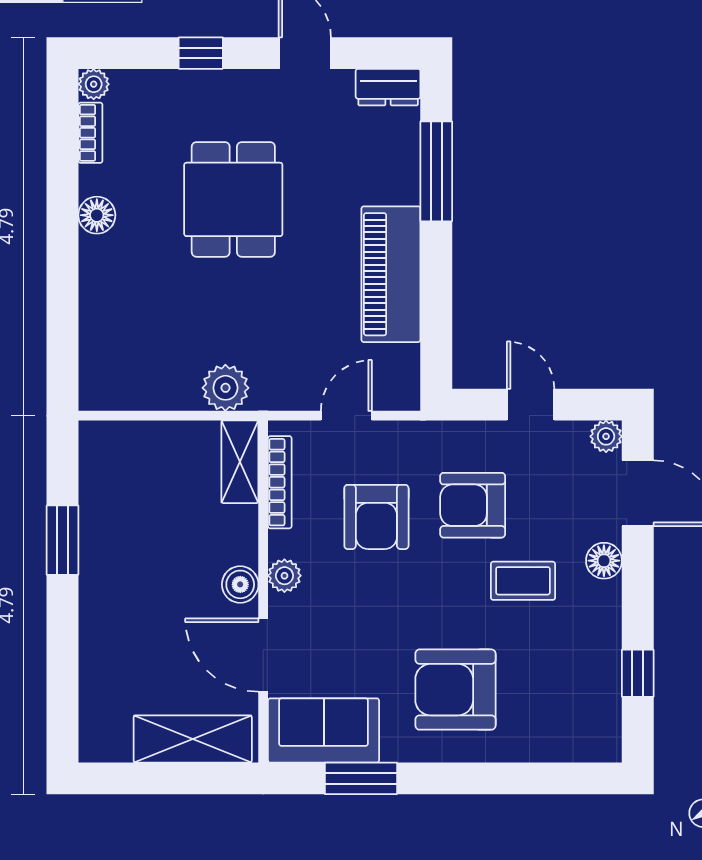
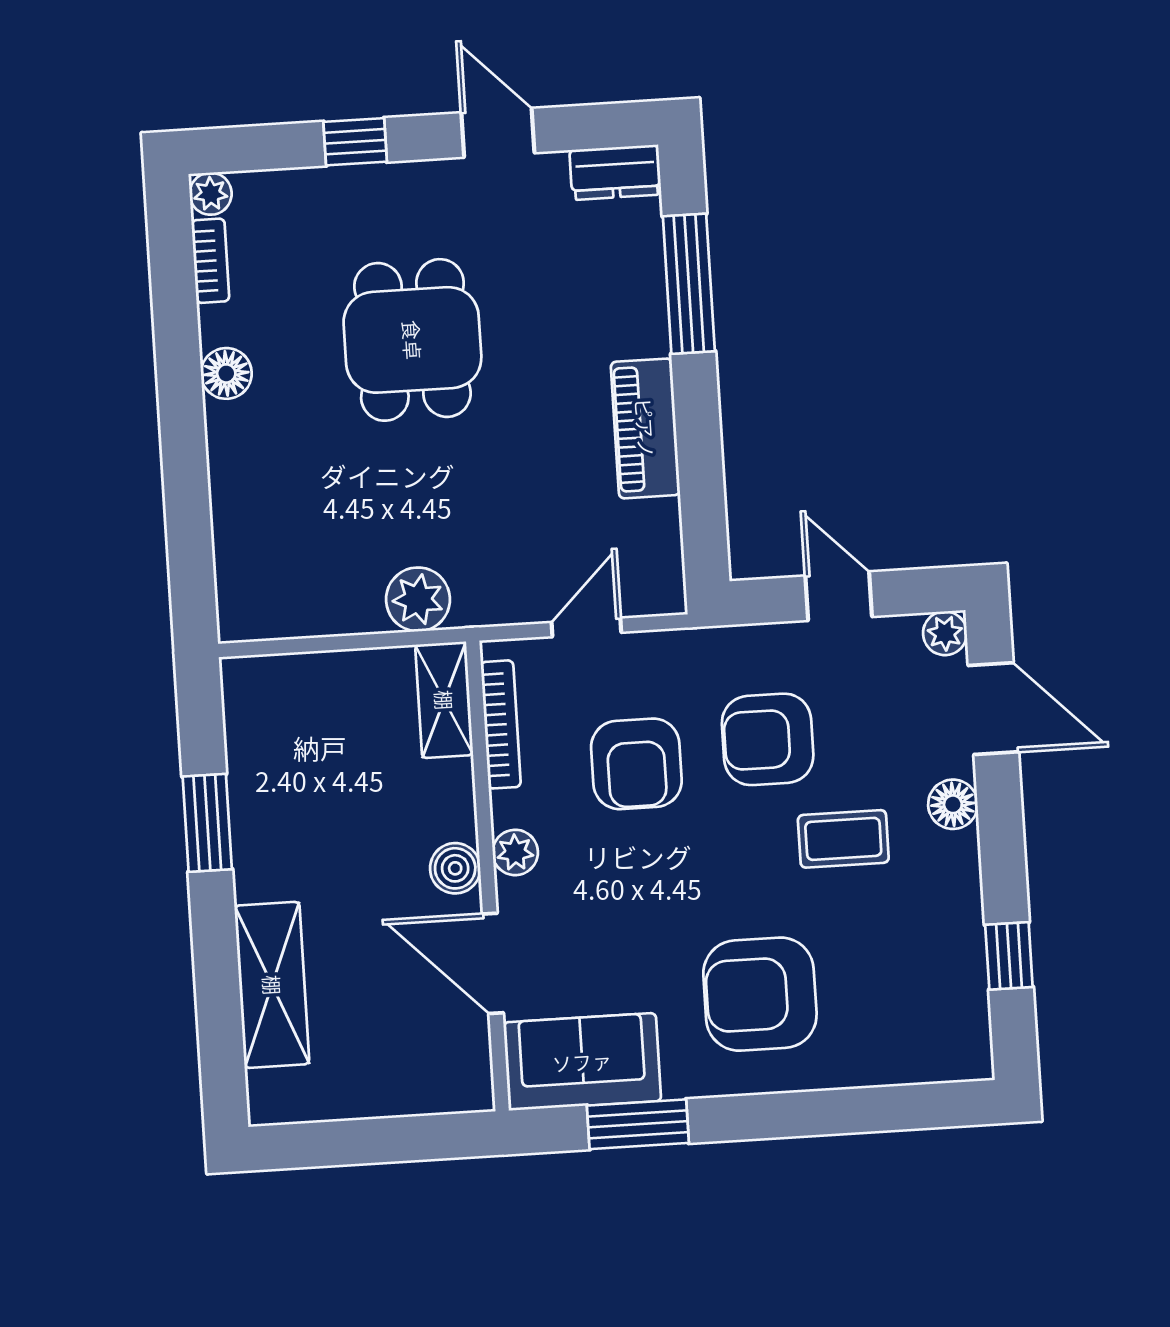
piano: (391, 274) -> (645, 428), width x0.73, depth x0.75
shelving: (193, 739) -> (272, 985), moved, turned 90

